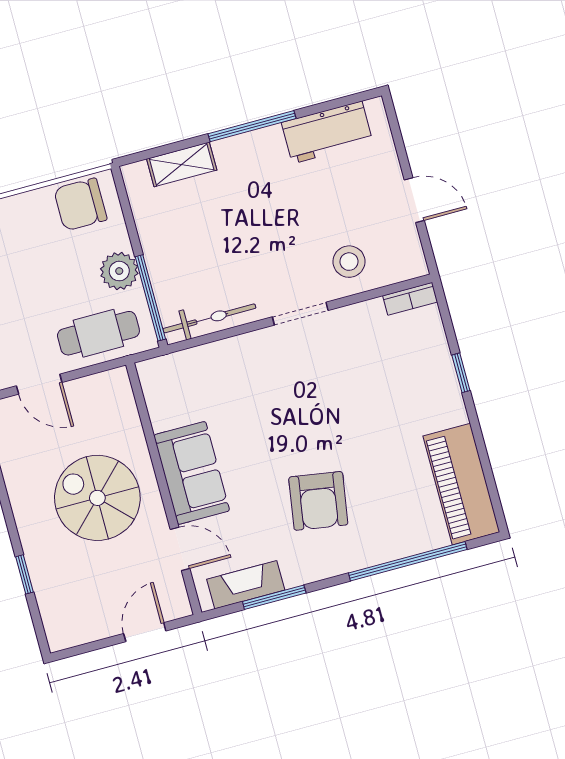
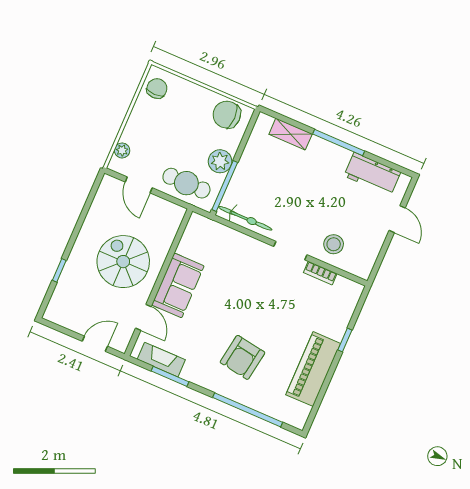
door: (414, 200) -> (397, 219), moved
bookcase: (410, 299) -> (320, 273), moved
piano: (461, 484) -> (313, 369), moved
armchair: (318, 501) -> (242, 357), moved

